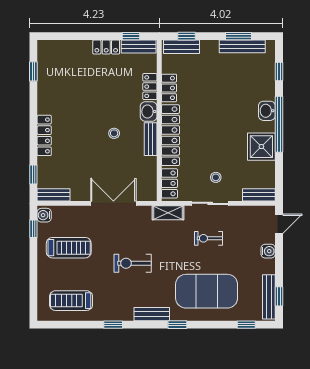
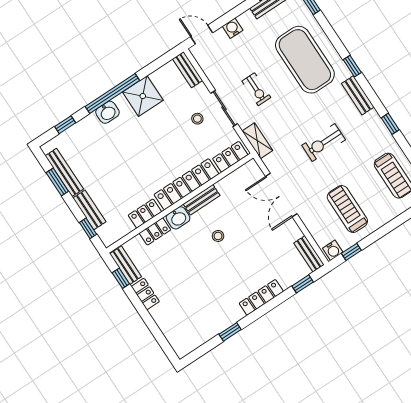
bench: (181, 47) -> (89, 210), moved
window: (33, 71) -> (230, 332), moved
exercise bike: (133, 263) -> (324, 143), turned 90

